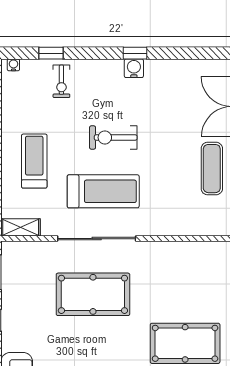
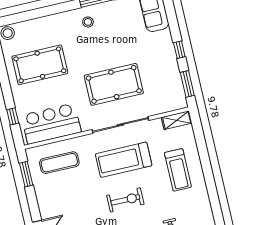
exercise mat: (212, 169) -> (59, 163), moved, turned 90
bar counter: (188, 262) -> (51, 124), added

